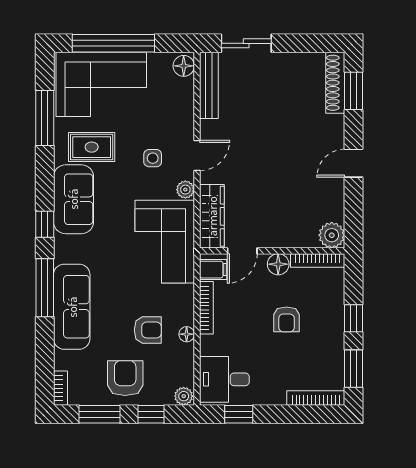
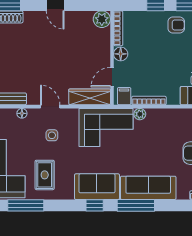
plant: (185, 190) -> (140, 114), moved
sofa: (73, 199) -> (97, 187), moved
door: (242, 251) -> (112, 77), swing flipped
armchair: (287, 319) -> (176, 25), moved
armchair: (148, 330) -> (163, 138), removed
floor lamp: (187, 334) -> (22, 113), moved

